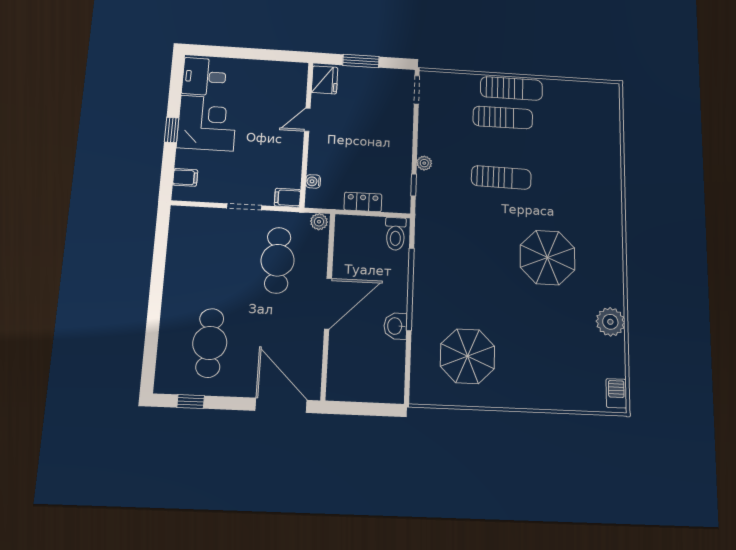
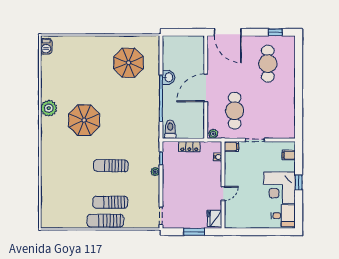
plant: (610, 322) -> (49, 108), moved

